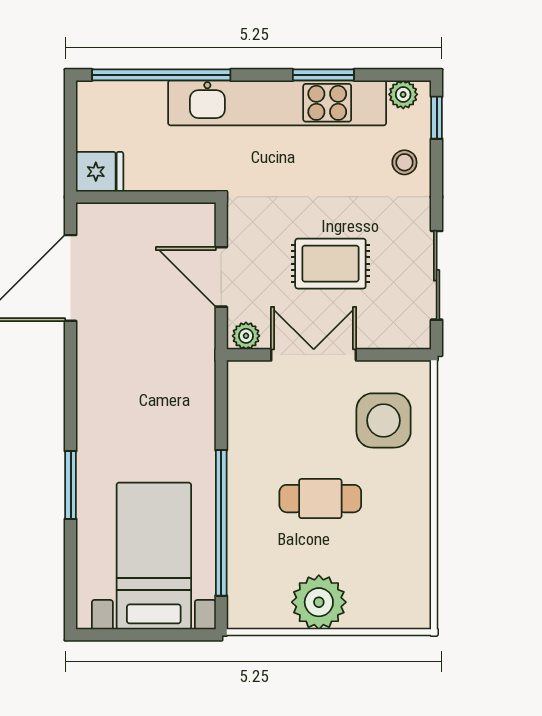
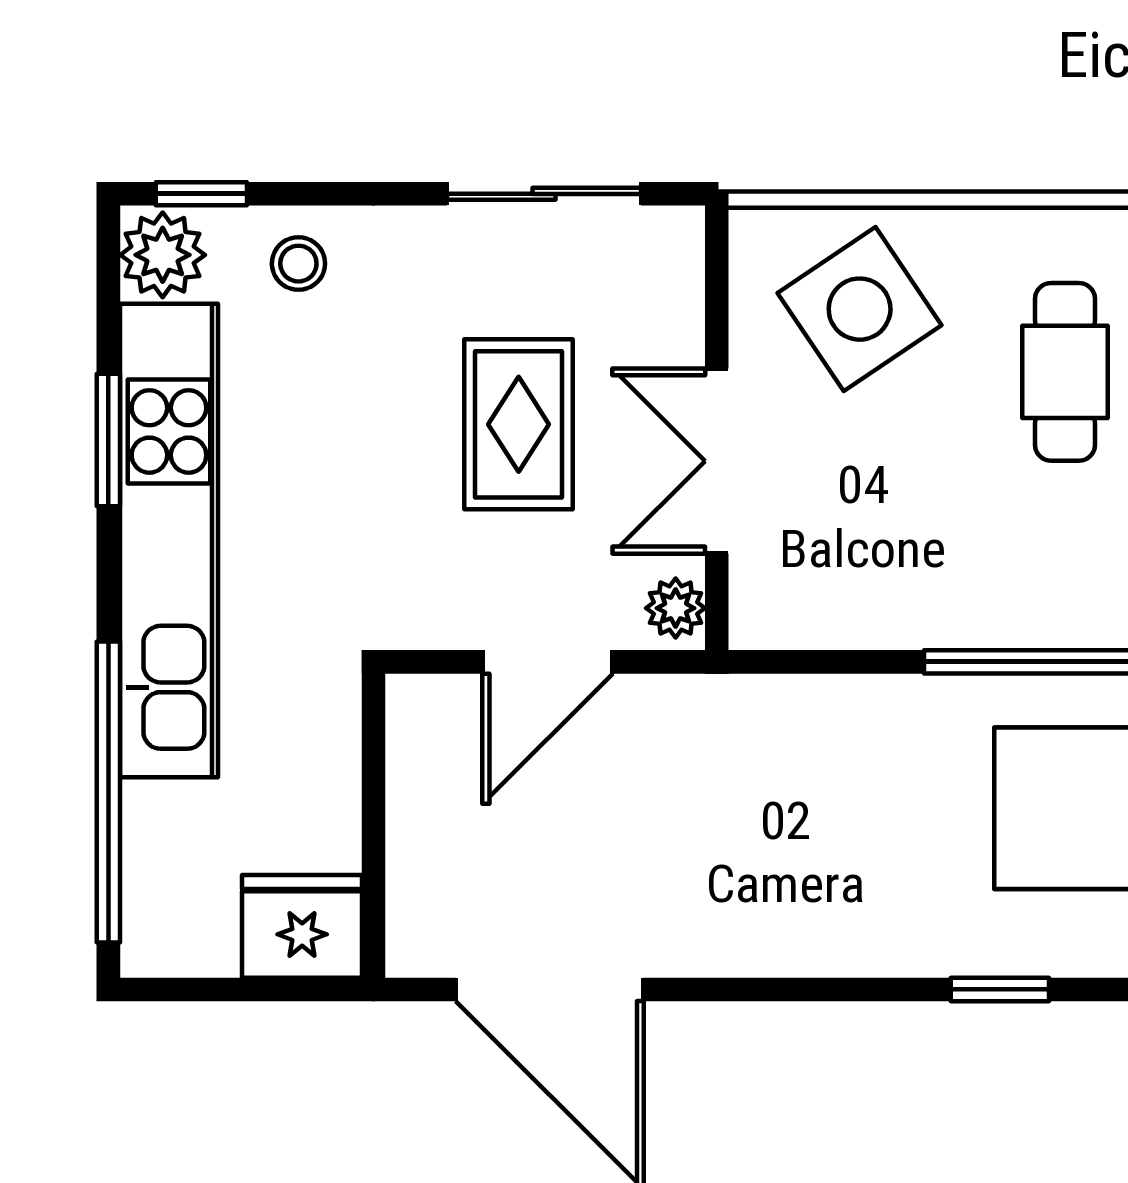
plant: (403, 94) -> (163, 255), width x1.38, depth x1.38
fridge: (100, 172) -> (302, 926), width x1.38
side table: (384, 420) -> (860, 309), turned -34
window: (71, 485) -> (1000, 989), width x0.67
cafe table: (320, 499) -> (1065, 372), moved

